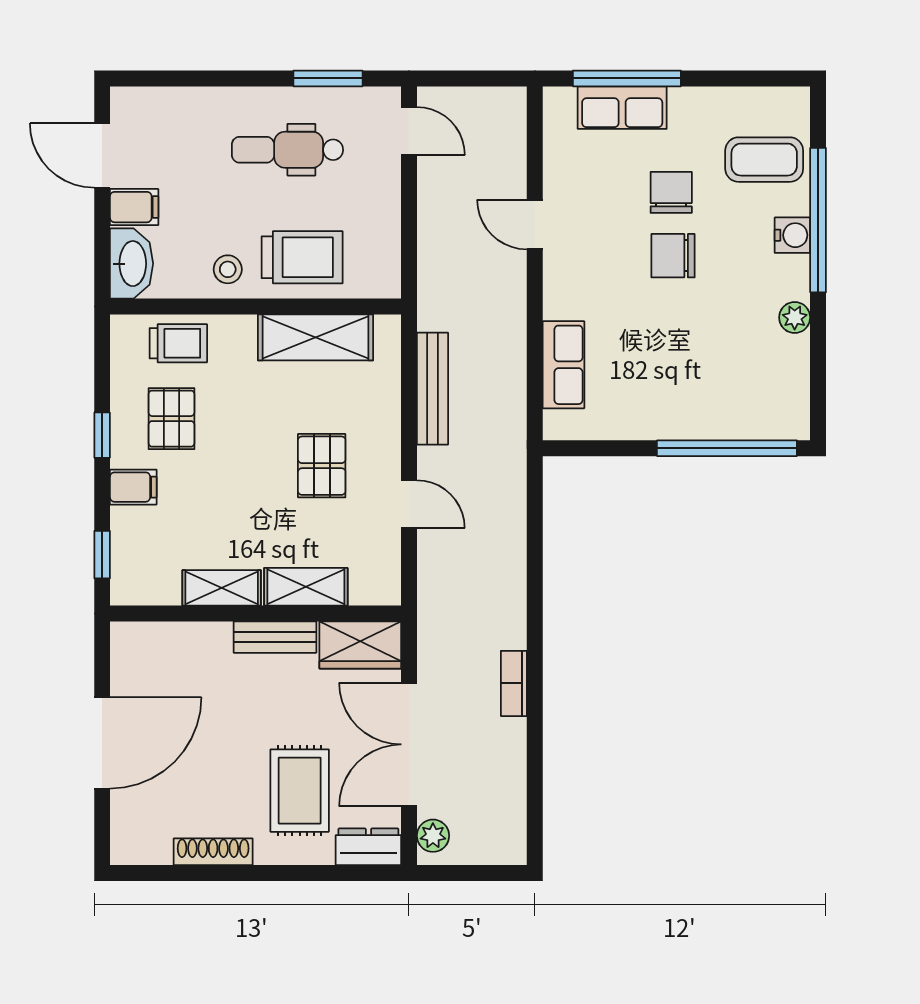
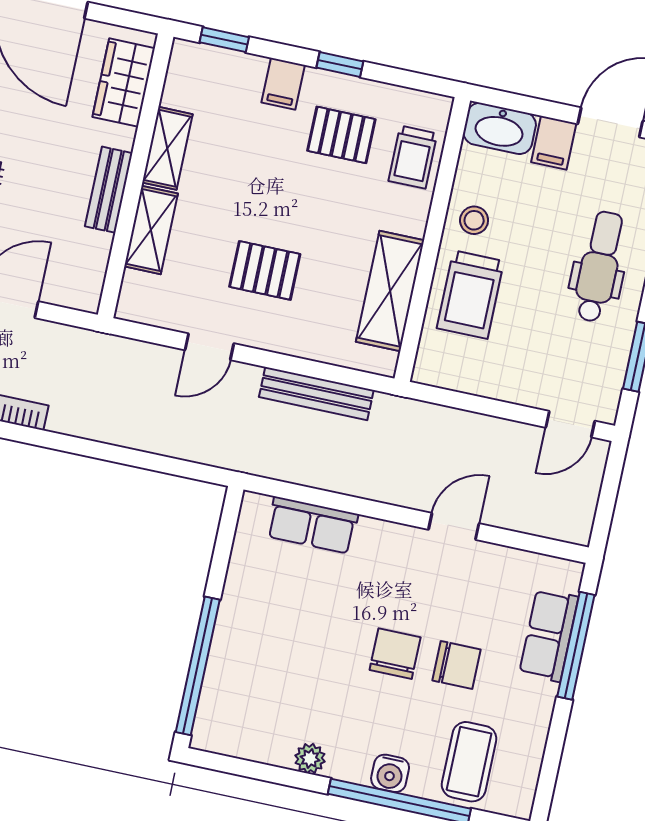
dental chair: (287, 150) -> (599, 267), moved
wardrobe: (360, 645) -> (124, 83), moved

